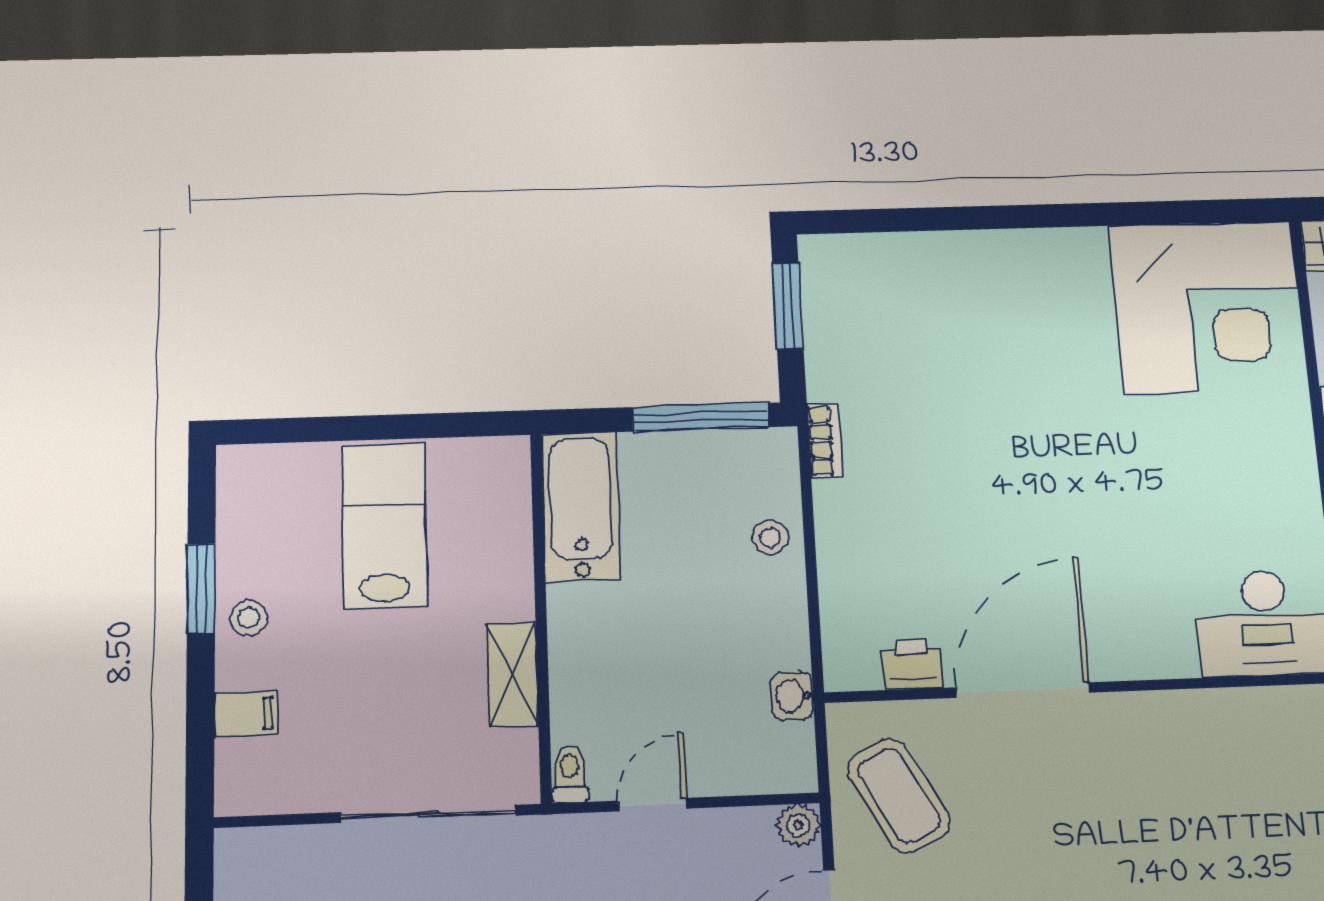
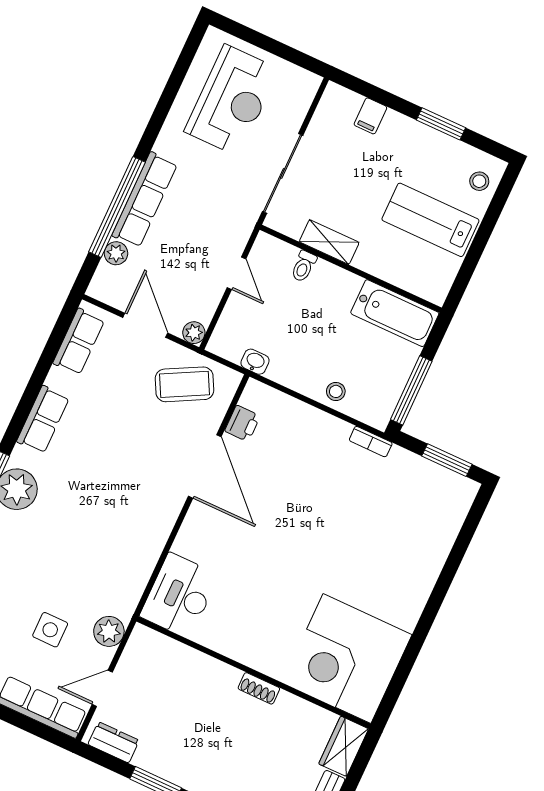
lab bench: (384, 525) -> (430, 220), turned 180
stool: (249, 618) -> (479, 181), moved
toilet: (570, 774) -> (304, 266), moved, turned 90

